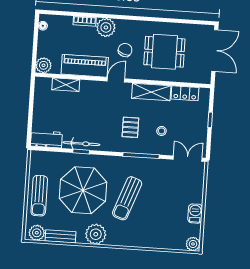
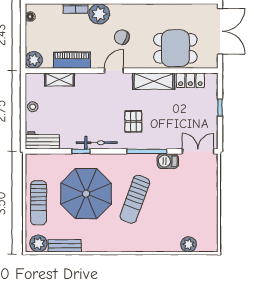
chair: (125, 50) -> (122, 37), turned -86
dining table: (164, 52) -> (175, 48), moved
piano: (85, 66) -> (72, 60), width x0.73, depth x0.75
stool: (162, 131) -> (33, 107), moved
bicycle: (81, 144) -> (97, 143), moved
barbecue: (195, 214) -> (168, 161), moved, turned -90
plant: (96, 234) -> (103, 241), removed
plant: (193, 244) -> (189, 244), moved

